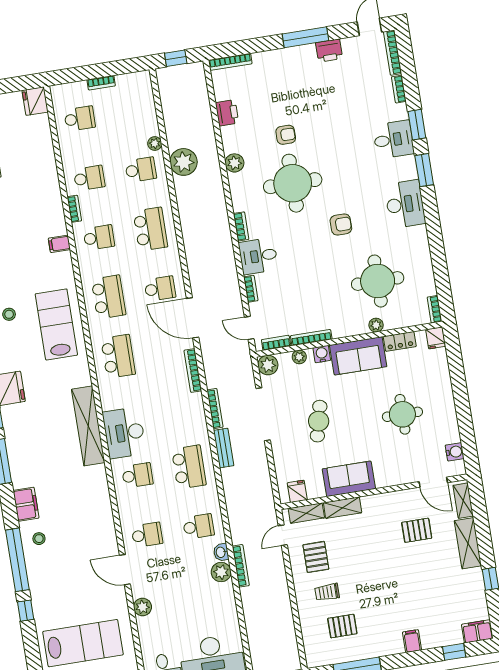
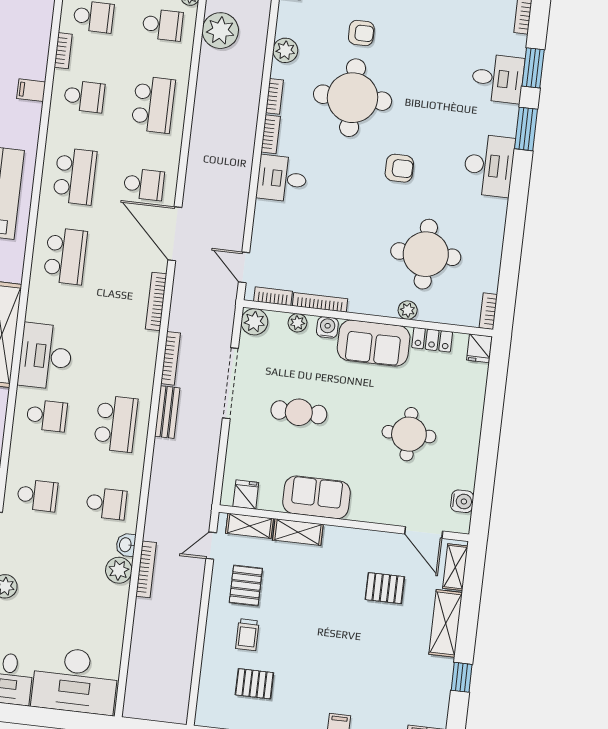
bookcase: (251, 289) -> (275, 96), moved
cafe table: (319, 421) -> (299, 412), turned 76
trolley: (327, 592) -> (247, 635), turned -90

